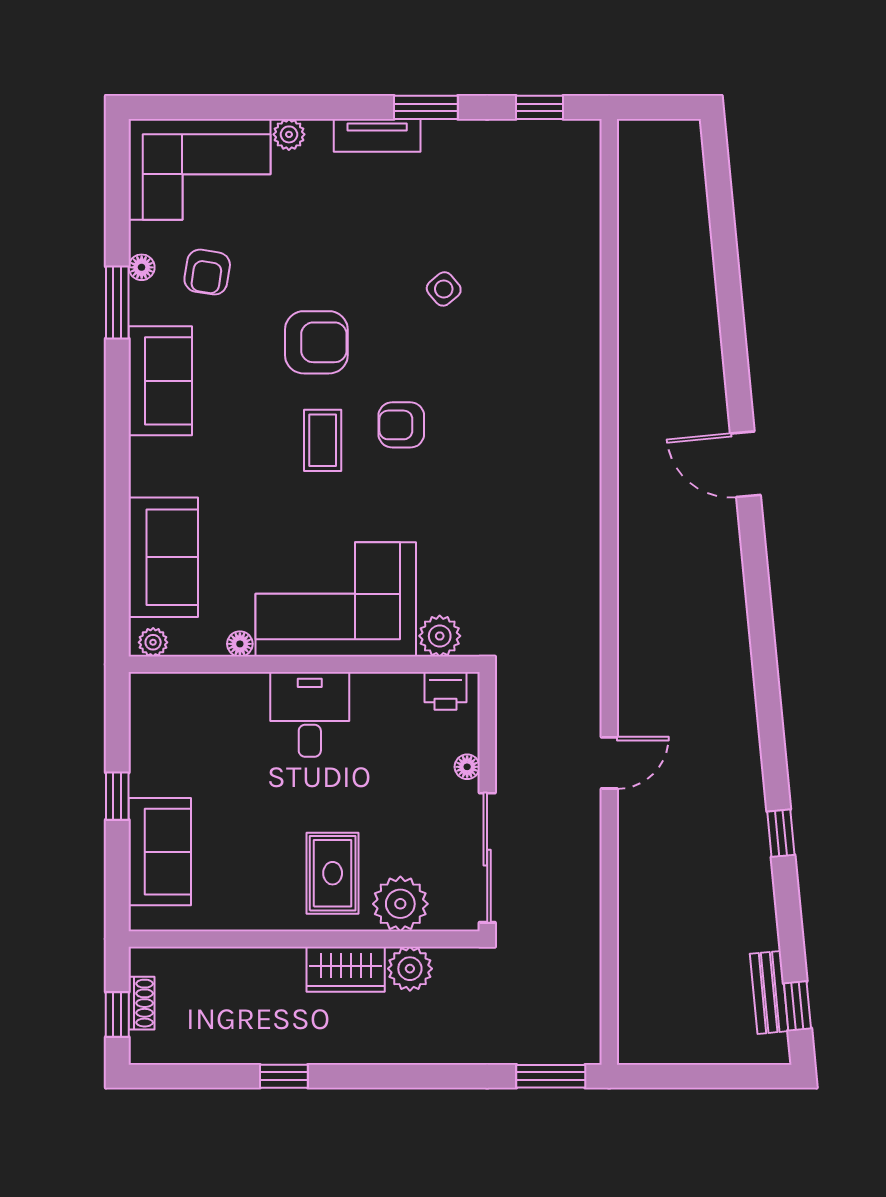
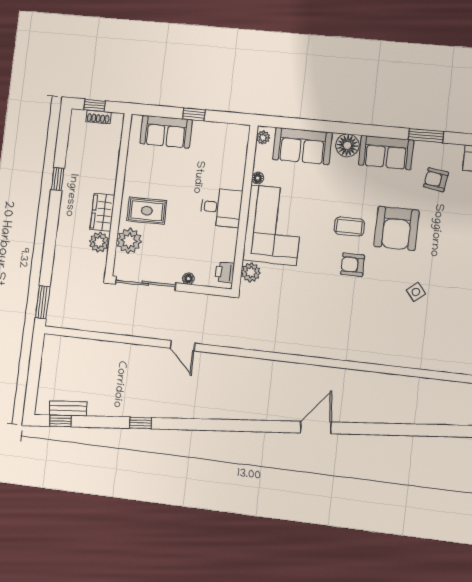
floor lamp: (142, 267) -> (347, 145), moved, width x1.89, depth x1.89
armchair: (316, 342) -> (397, 228), width x1.36, depth x1.36
armchair: (401, 425) -> (353, 265), turned -90

